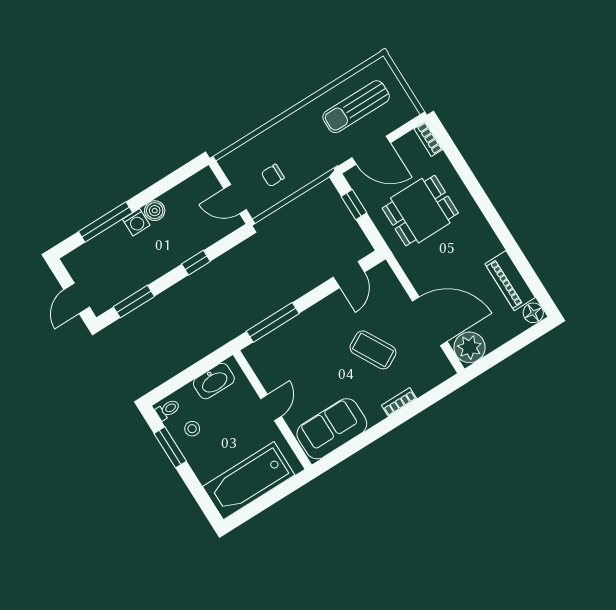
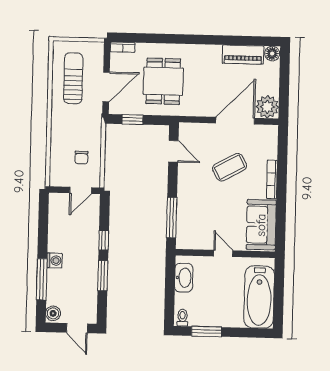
sun lounger: (356, 107) -> (73, 78), turned 180
boiler: (155, 211) -> (53, 313), moved
window: (134, 302) -> (103, 276), moved
bookcase: (399, 402) -> (272, 179), width x1.56
stool: (192, 429) -> (204, 310), removed

